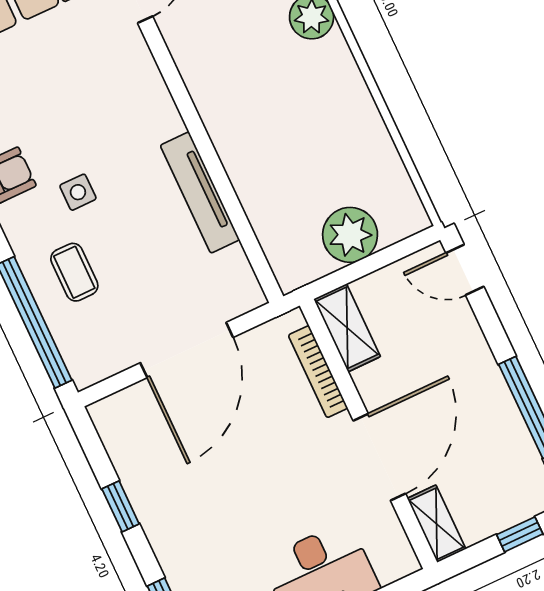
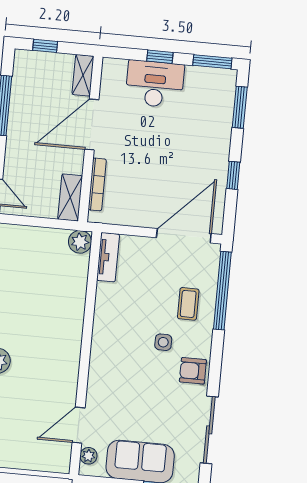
tv unit: (200, 193) -> (108, 257), moved, width x0.71
plant: (350, 235) -> (80, 242), moved, width x0.73, depth x0.73
door: (187, 350) -> (184, 236), moved

